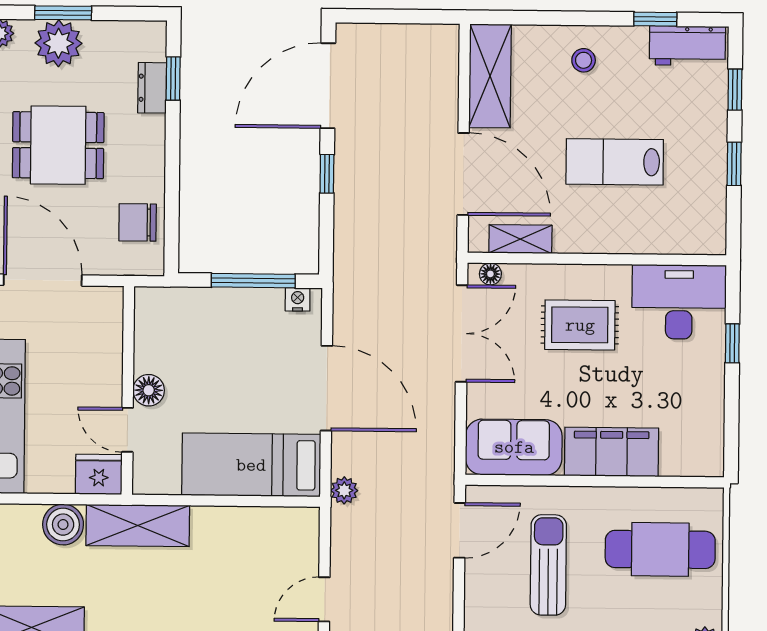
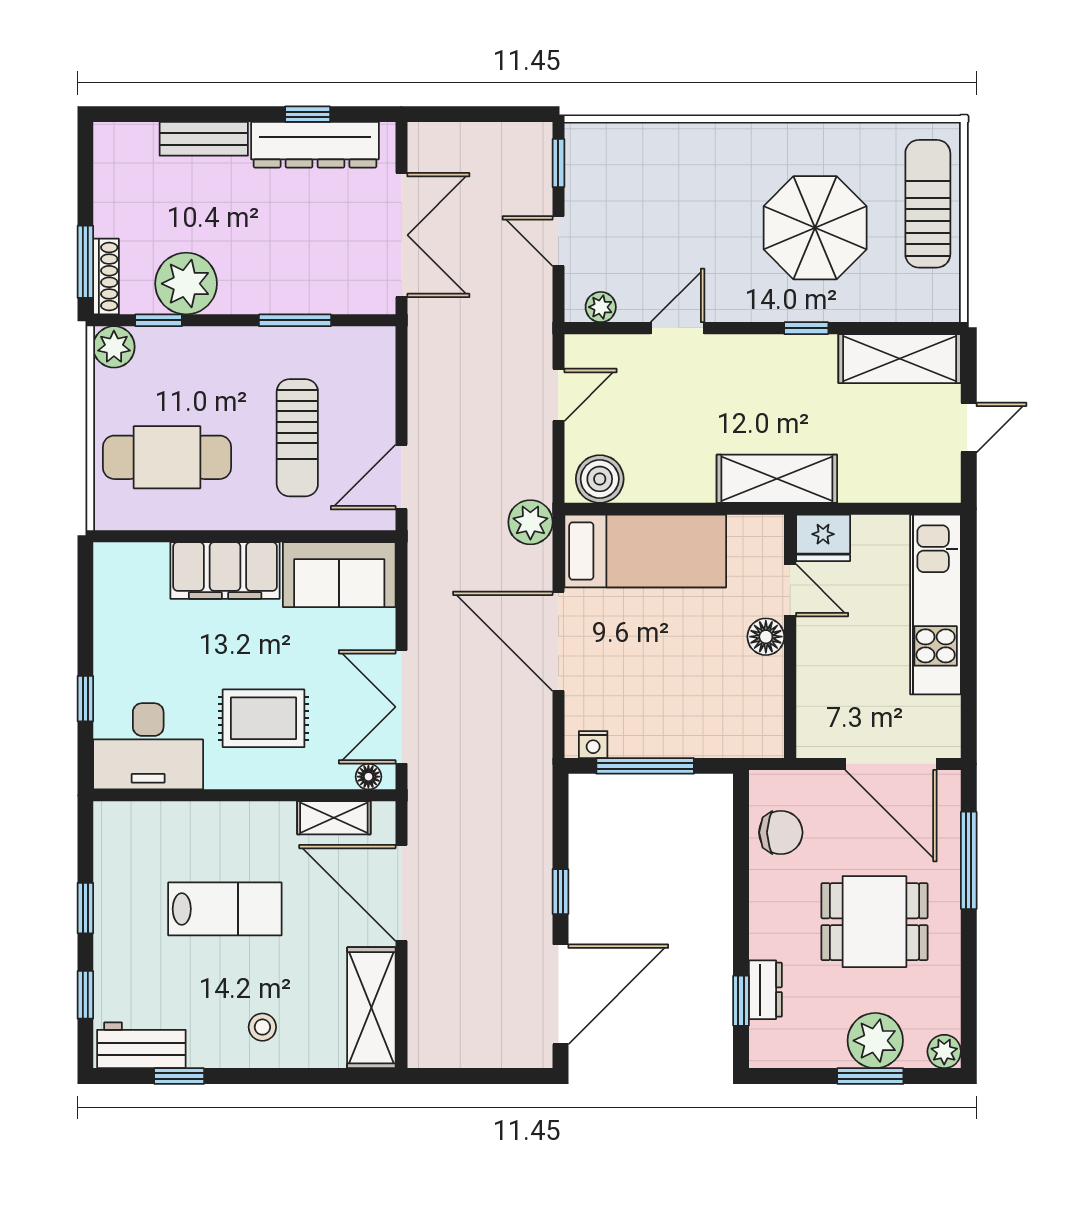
plant: (344, 490) -> (530, 522), width x1.38, depth x1.38
boiler: (63, 525) -> (600, 479), moved

